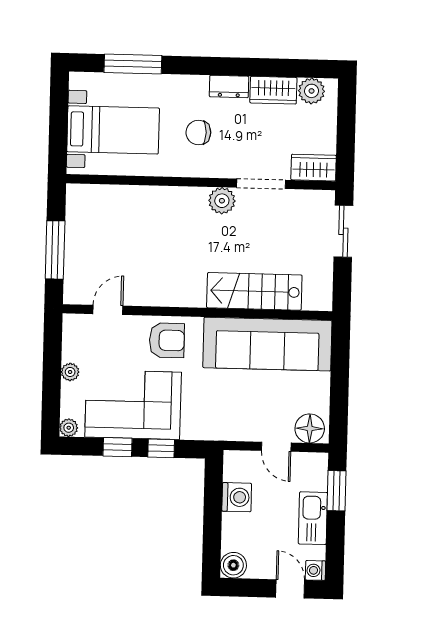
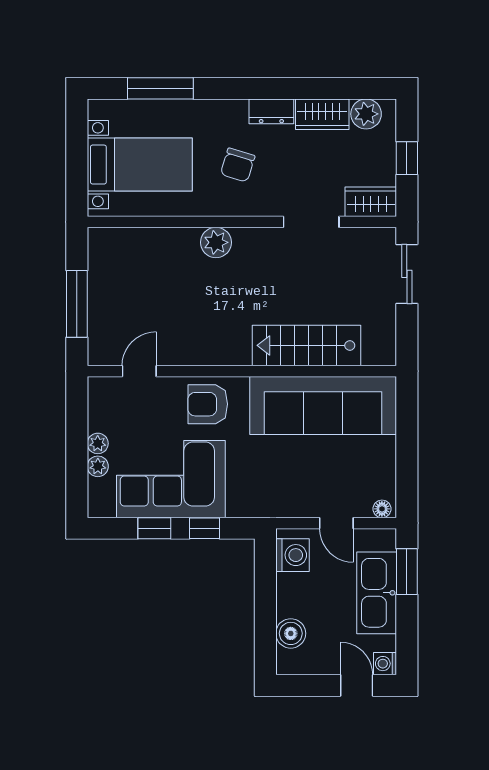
window: (346, 130) -> (407, 158), added
chair: (198, 133) -> (238, 165), turned -73
plant: (222, 201) -> (216, 242), moved
armchair: (167, 340) -> (208, 404), turned 180
plant: (69, 428) -> (98, 466), moved
floor lamp: (310, 428) -> (382, 509), width x0.53, depth x0.53
washing machine: (237, 497) -> (292, 555), moved
kitchen sink: (313, 518) -> (377, 593), width x1.36, depth x1.24
boiler: (233, 565) -> (291, 633), moved

